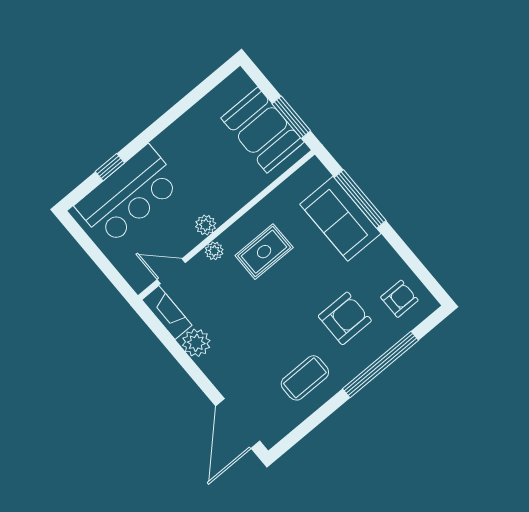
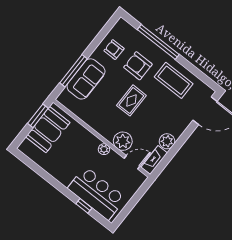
plant: (214, 251) -> (123, 141), width x1.87, depth x1.87
rug: (264, 252) -> (131, 100), moved, turned 90
door: (171, 271) -> (132, 162), swing flipped
armchair: (399, 299) -> (114, 50), moved
coffee table: (305, 378) -> (174, 80), width x1.36, depth x1.32

